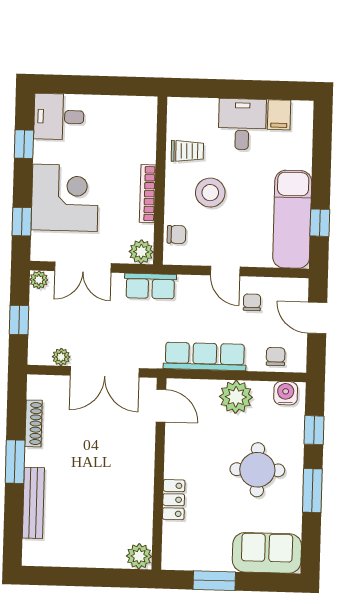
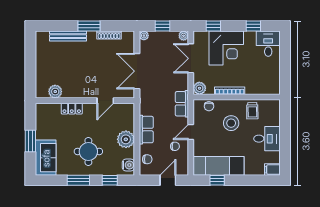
filing cabinet: (279, 115) -> (272, 170), moved
row of seats: (150, 286) -> (182, 104), moved
row of seats: (205, 356) -> (146, 130), width x0.68
plant: (61, 357) -> (144, 36), moved
door: (161, 406) -> (105, 101), moved
plant: (139, 556) -> (55, 92), moved
window: (214, 581) -> (30, 141), moved

